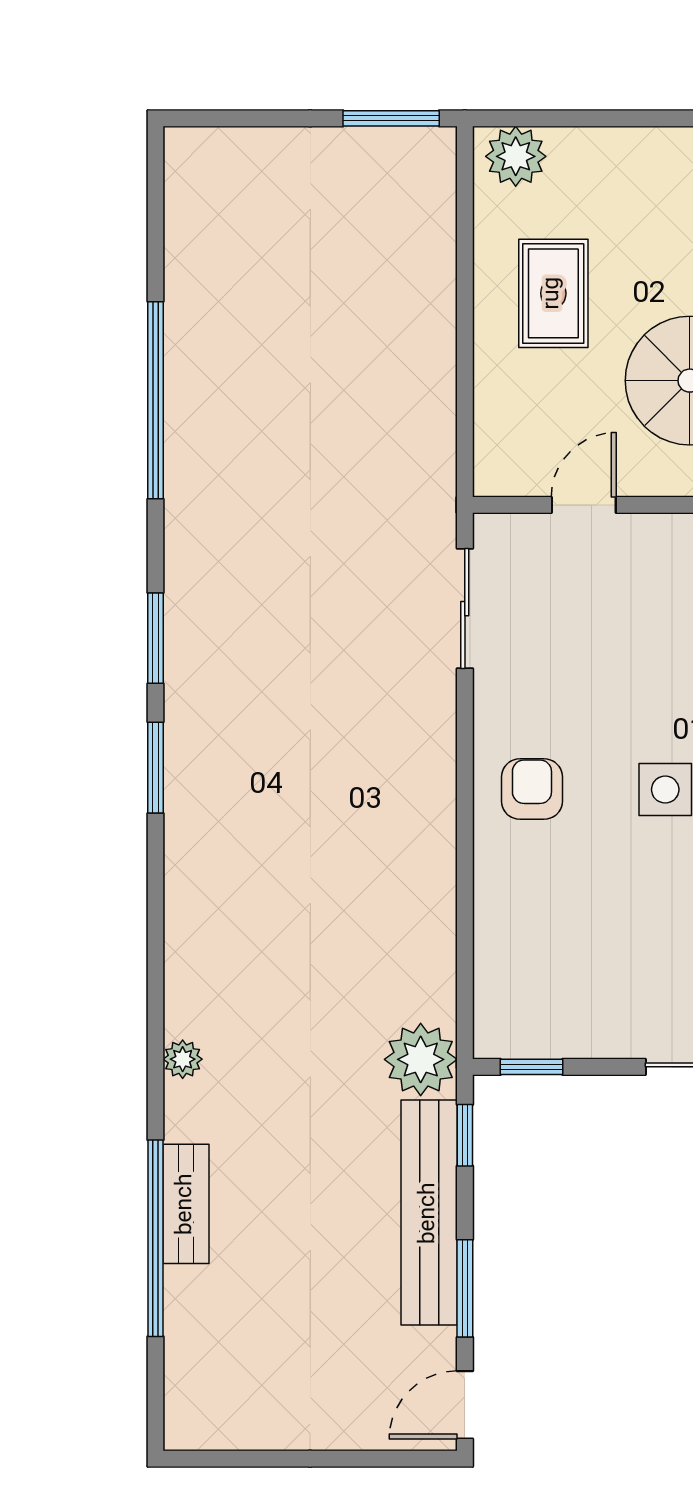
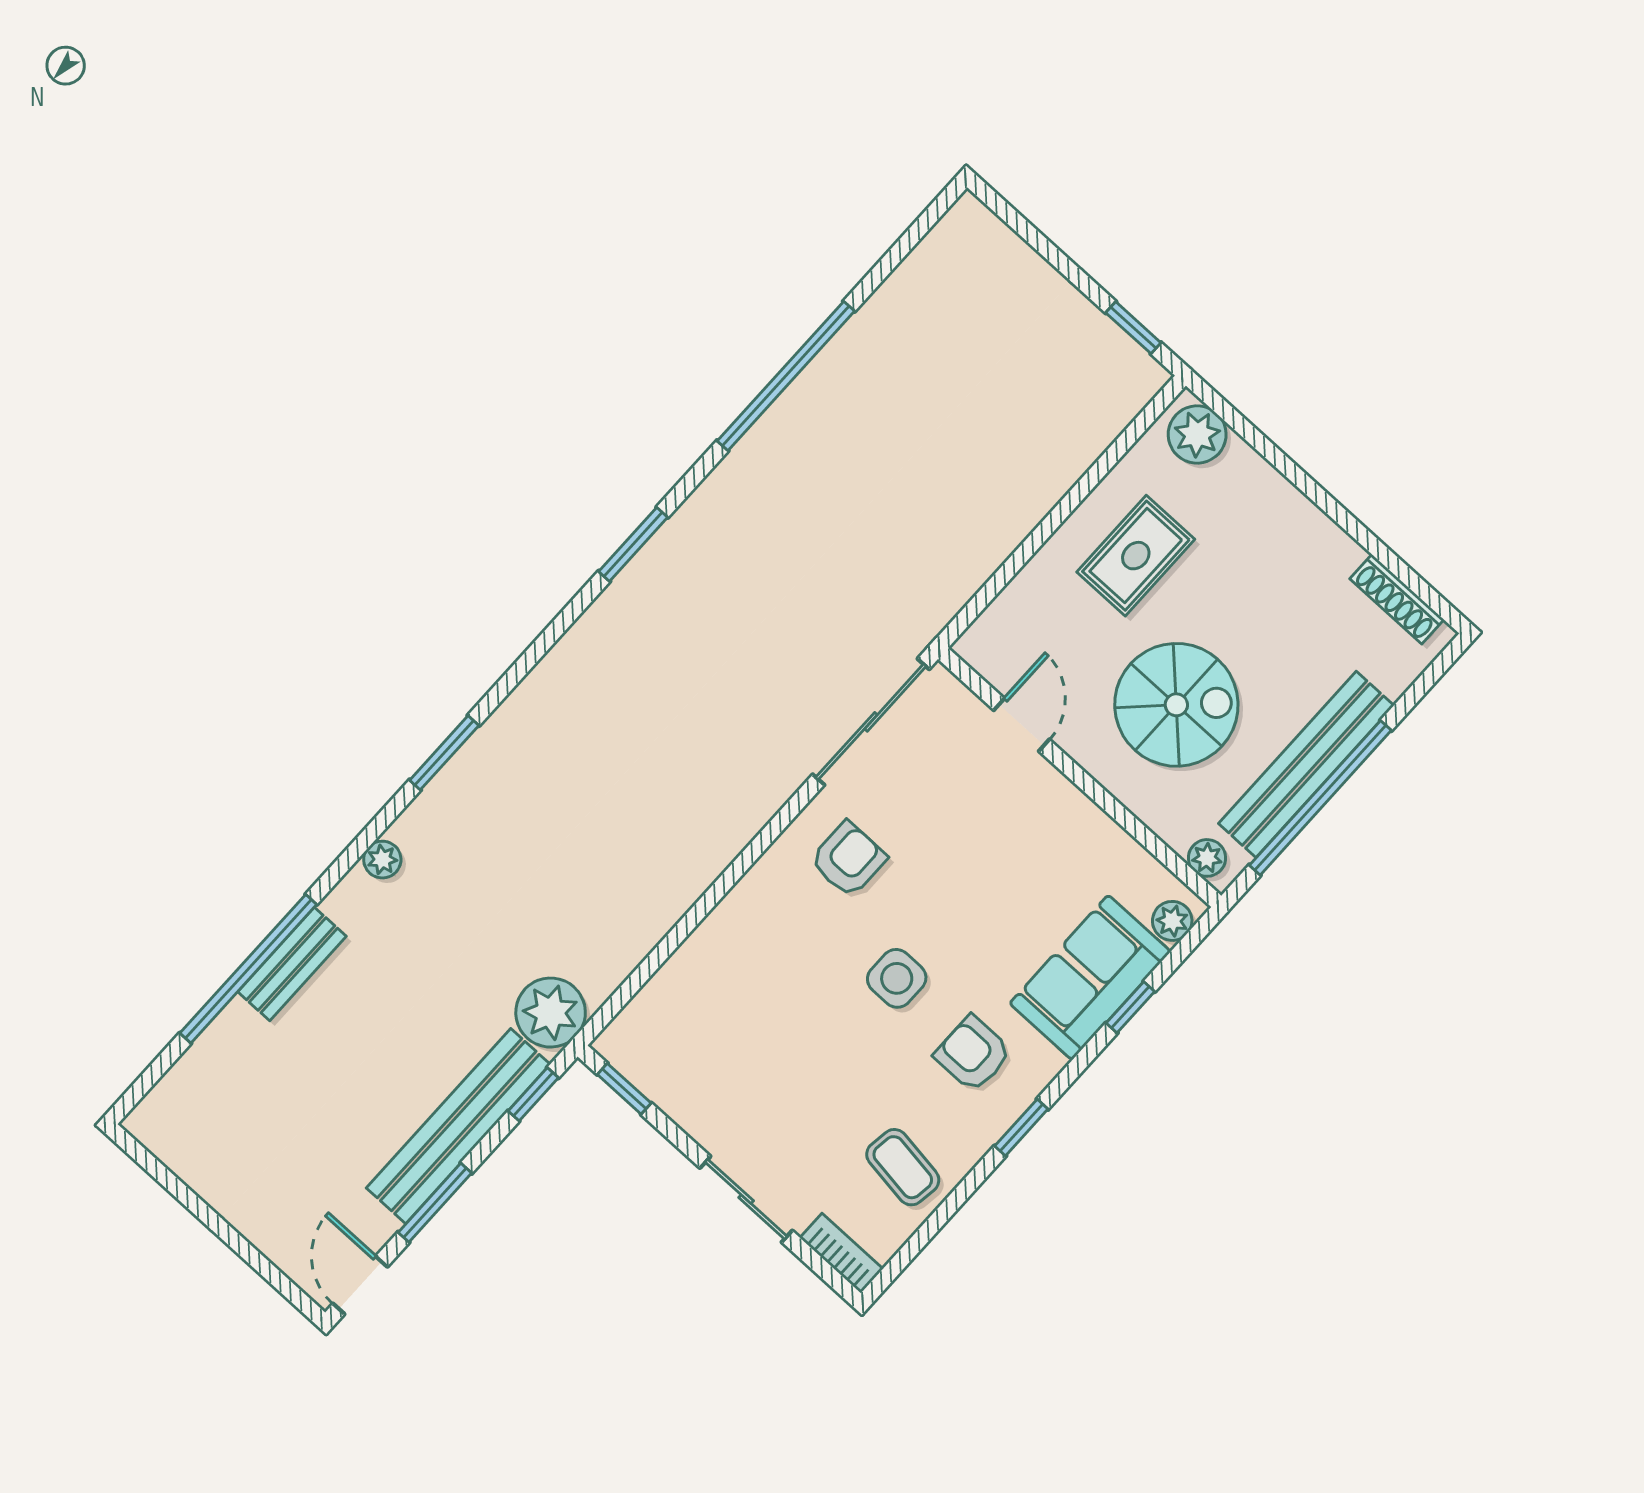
window: (391, 118) -> (1133, 328), width x0.67
door: (584, 505) -> (1022, 725), hinge flipped
sliding door: (465, 609) -> (871, 722), width x1.37
window: (156, 768) -> (444, 753), moved
armchair: (532, 789) -> (848, 859), moved
door: (465, 1405) -> (360, 1285), hinge flipped

